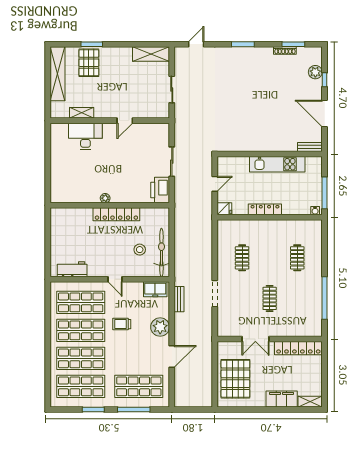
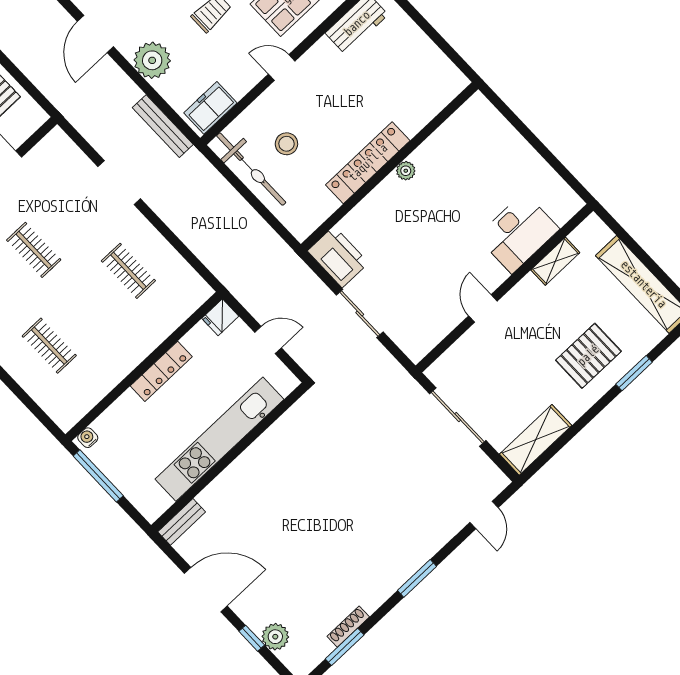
pallet: (89, 63) -> (588, 356), moved, turned 90
sliding door: (172, 89) -> (458, 417), width x1.37
kitchen unit: (277, 164) -> (219, 439), width x1.36
door: (215, 184) -> (268, 340), swing flipped
bench: (179, 299) -> (163, 126), width x1.36

